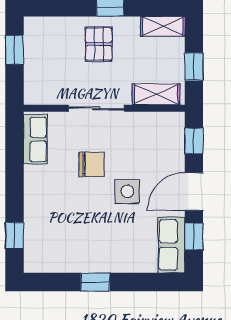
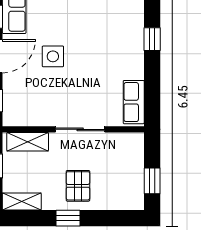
chair: (92, 164) -> (84, 80), removed
window: (14, 236) -> (152, 39), moved

